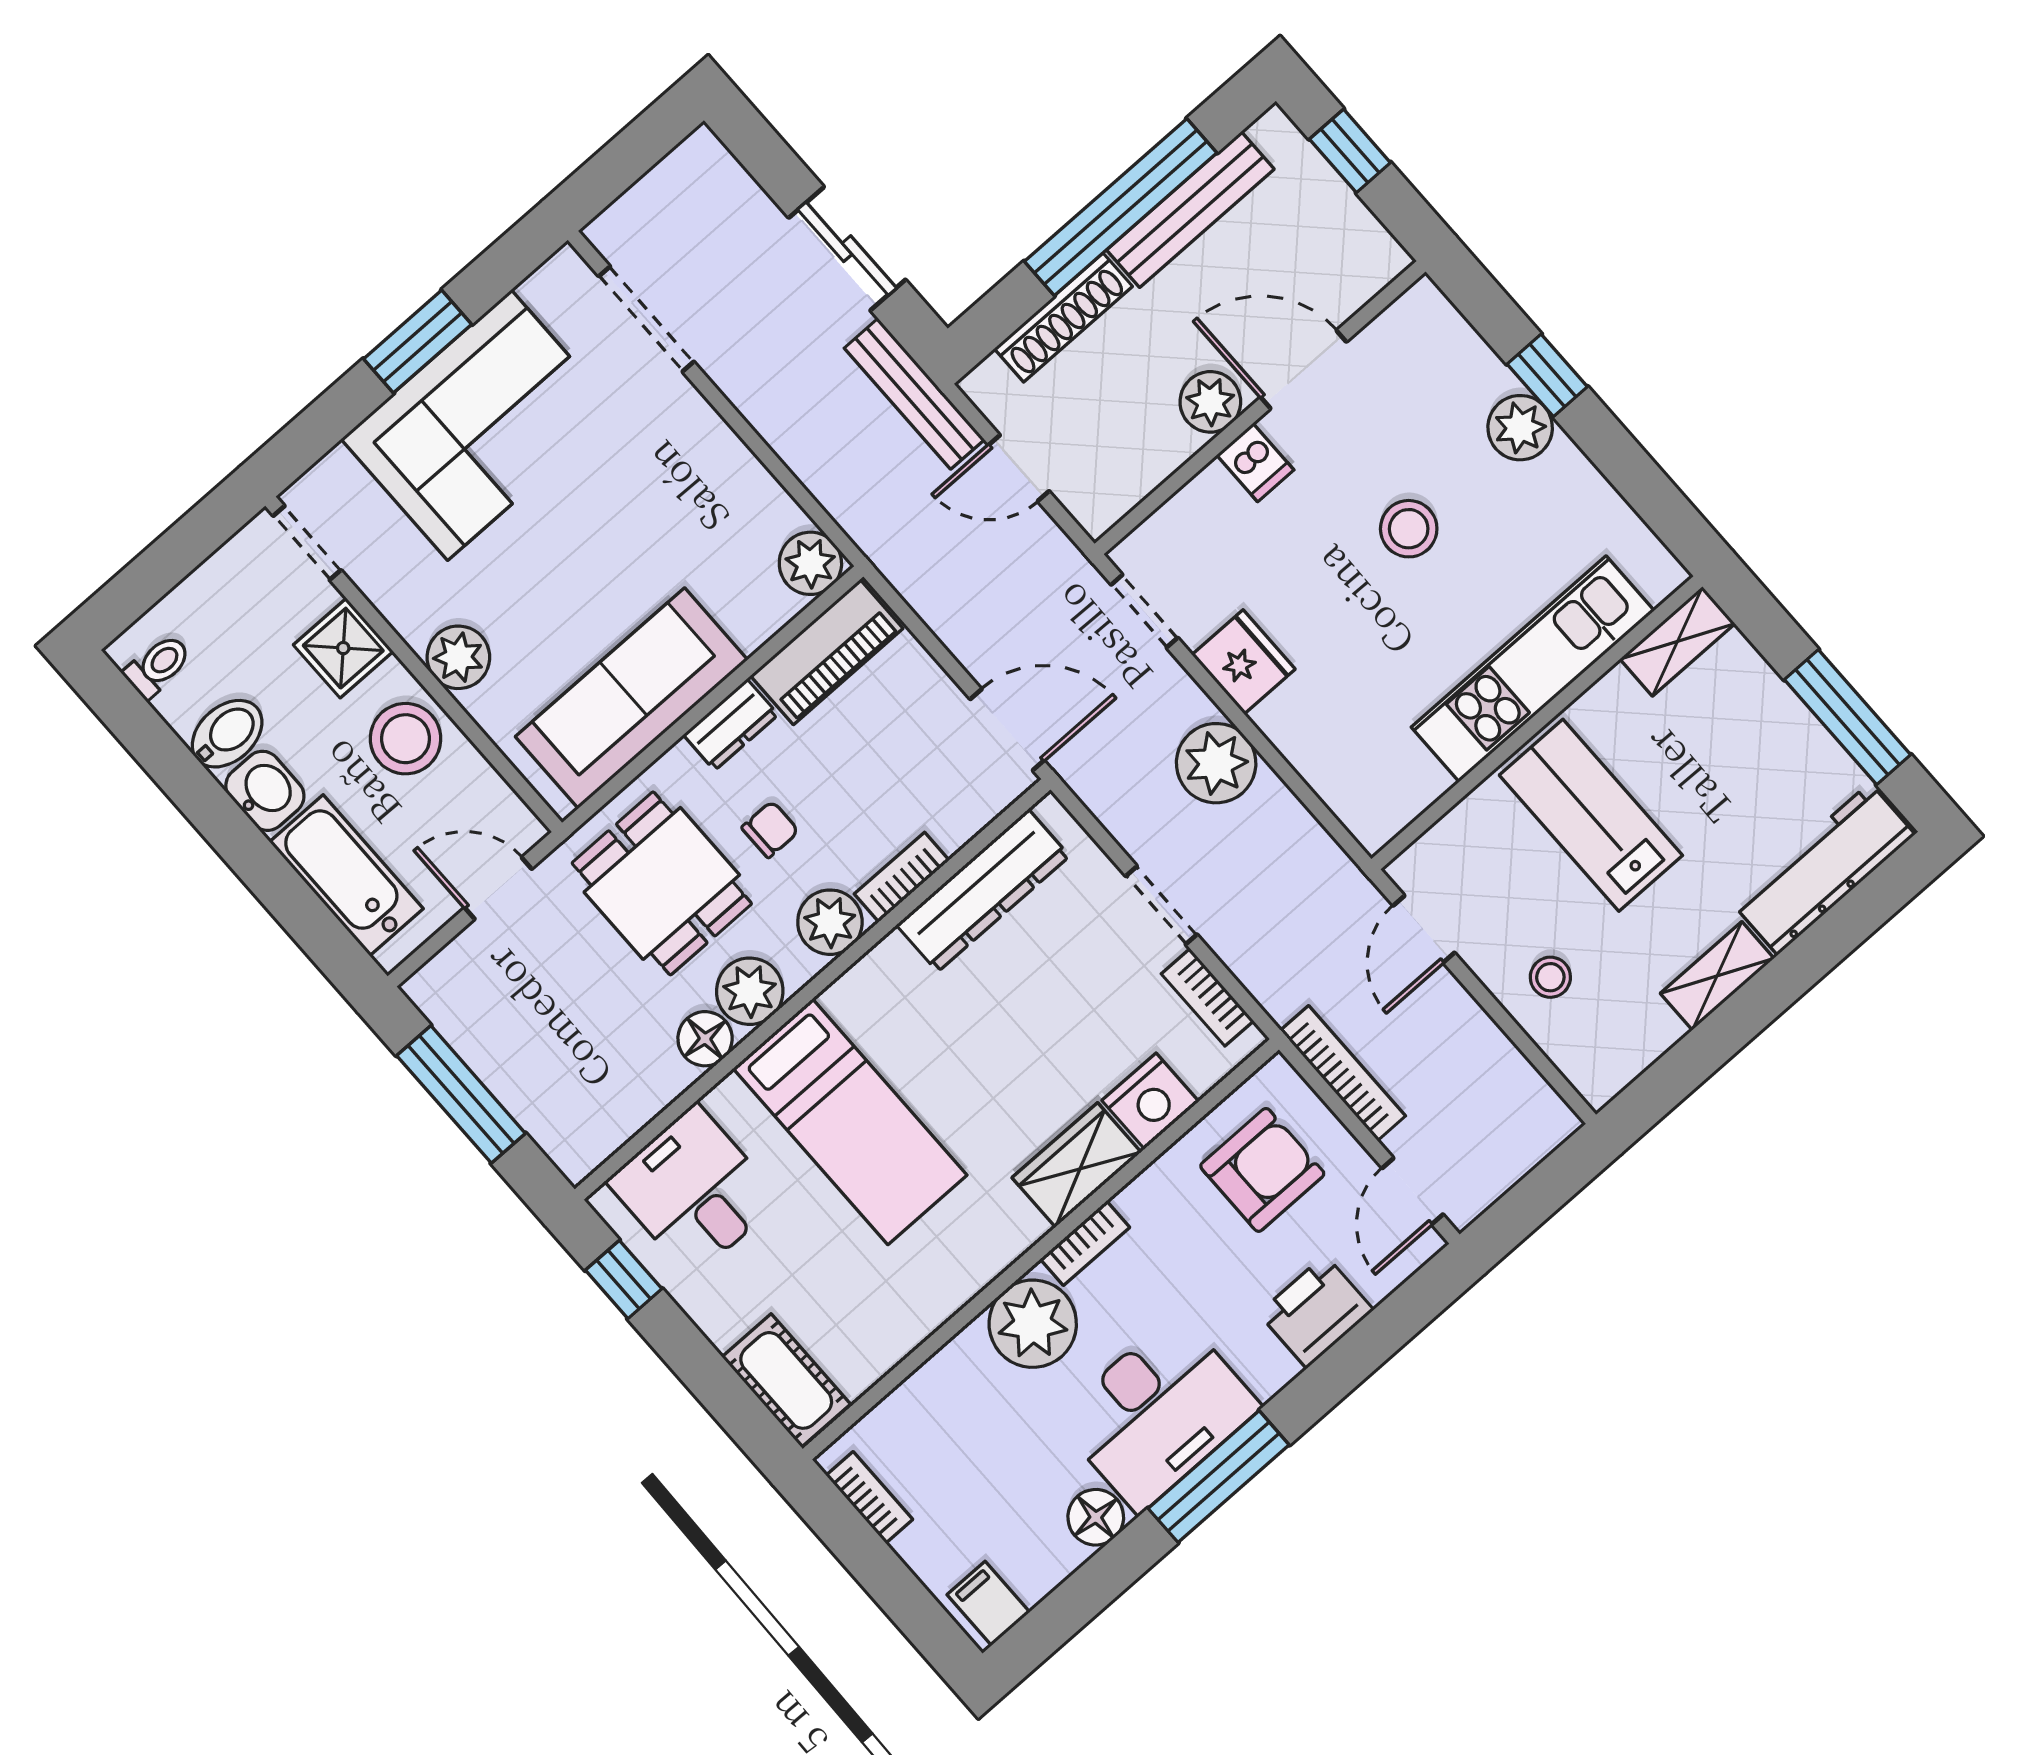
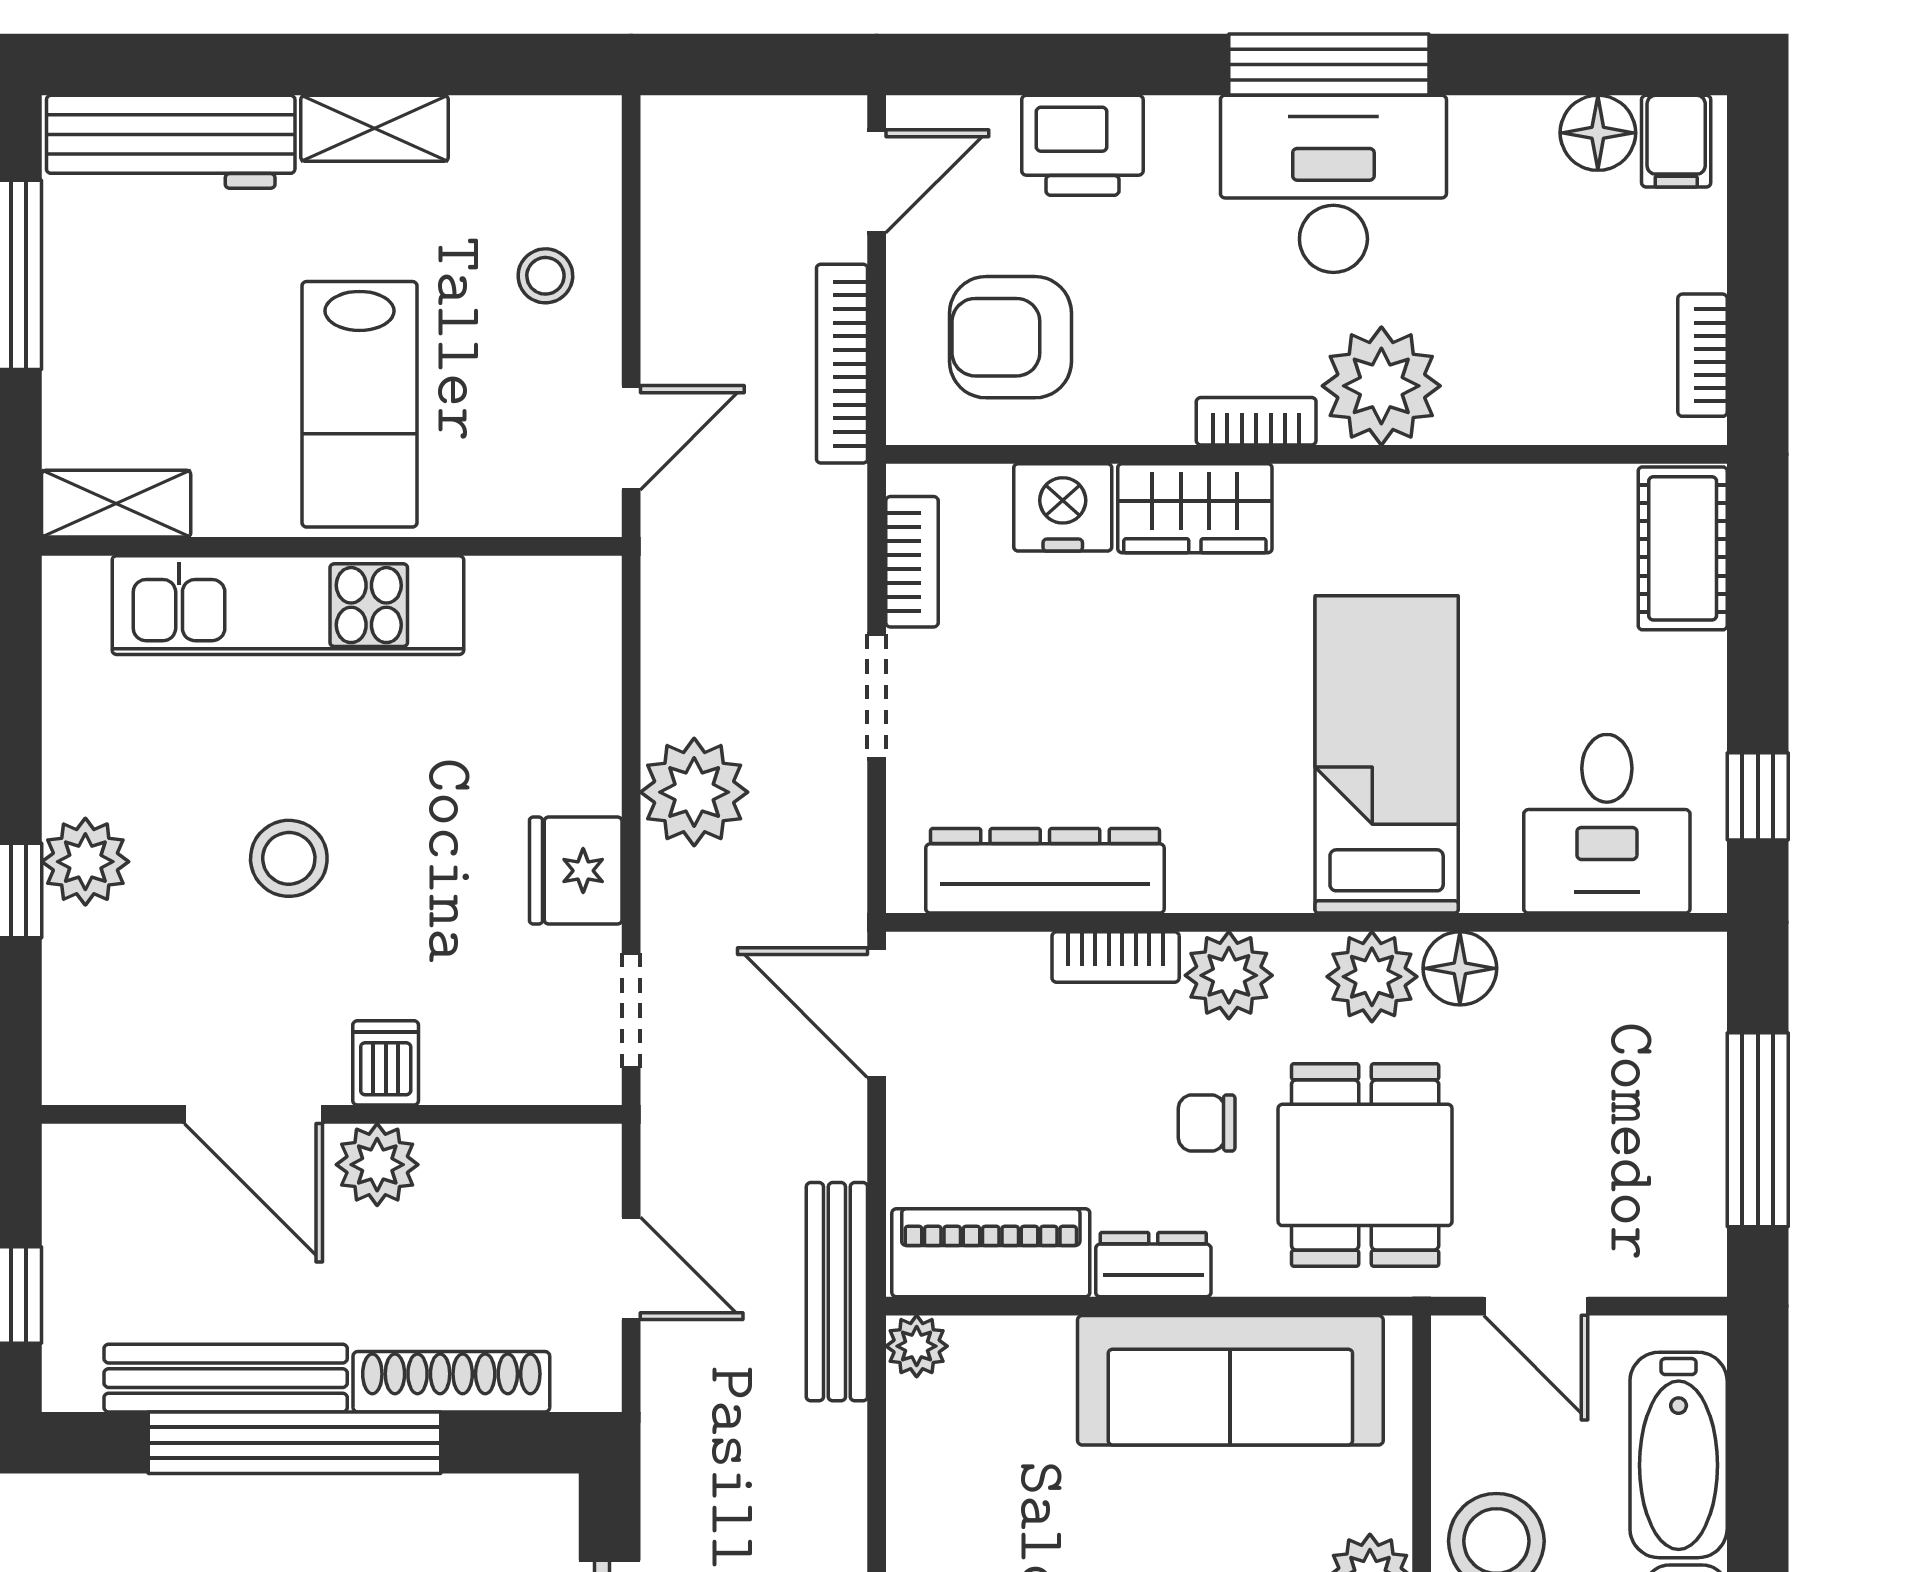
bench: (914, 394) -> (837, 1292), moved
plant: (810, 563) -> (917, 1346), width x0.73, depth x0.73
floor lamp: (1096, 1517) -> (1598, 133), moved

